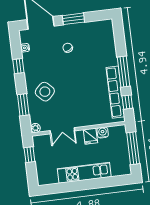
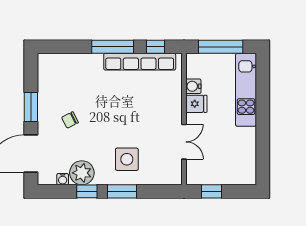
side table: (45, 92) -> (127, 159), turned 45
window: (23, 105) -> (122, 191), moved
plant: (35, 128) -> (82, 173), moved, width x1.87, depth x1.87
kitchen unit: (84, 173) -> (246, 90), moved

